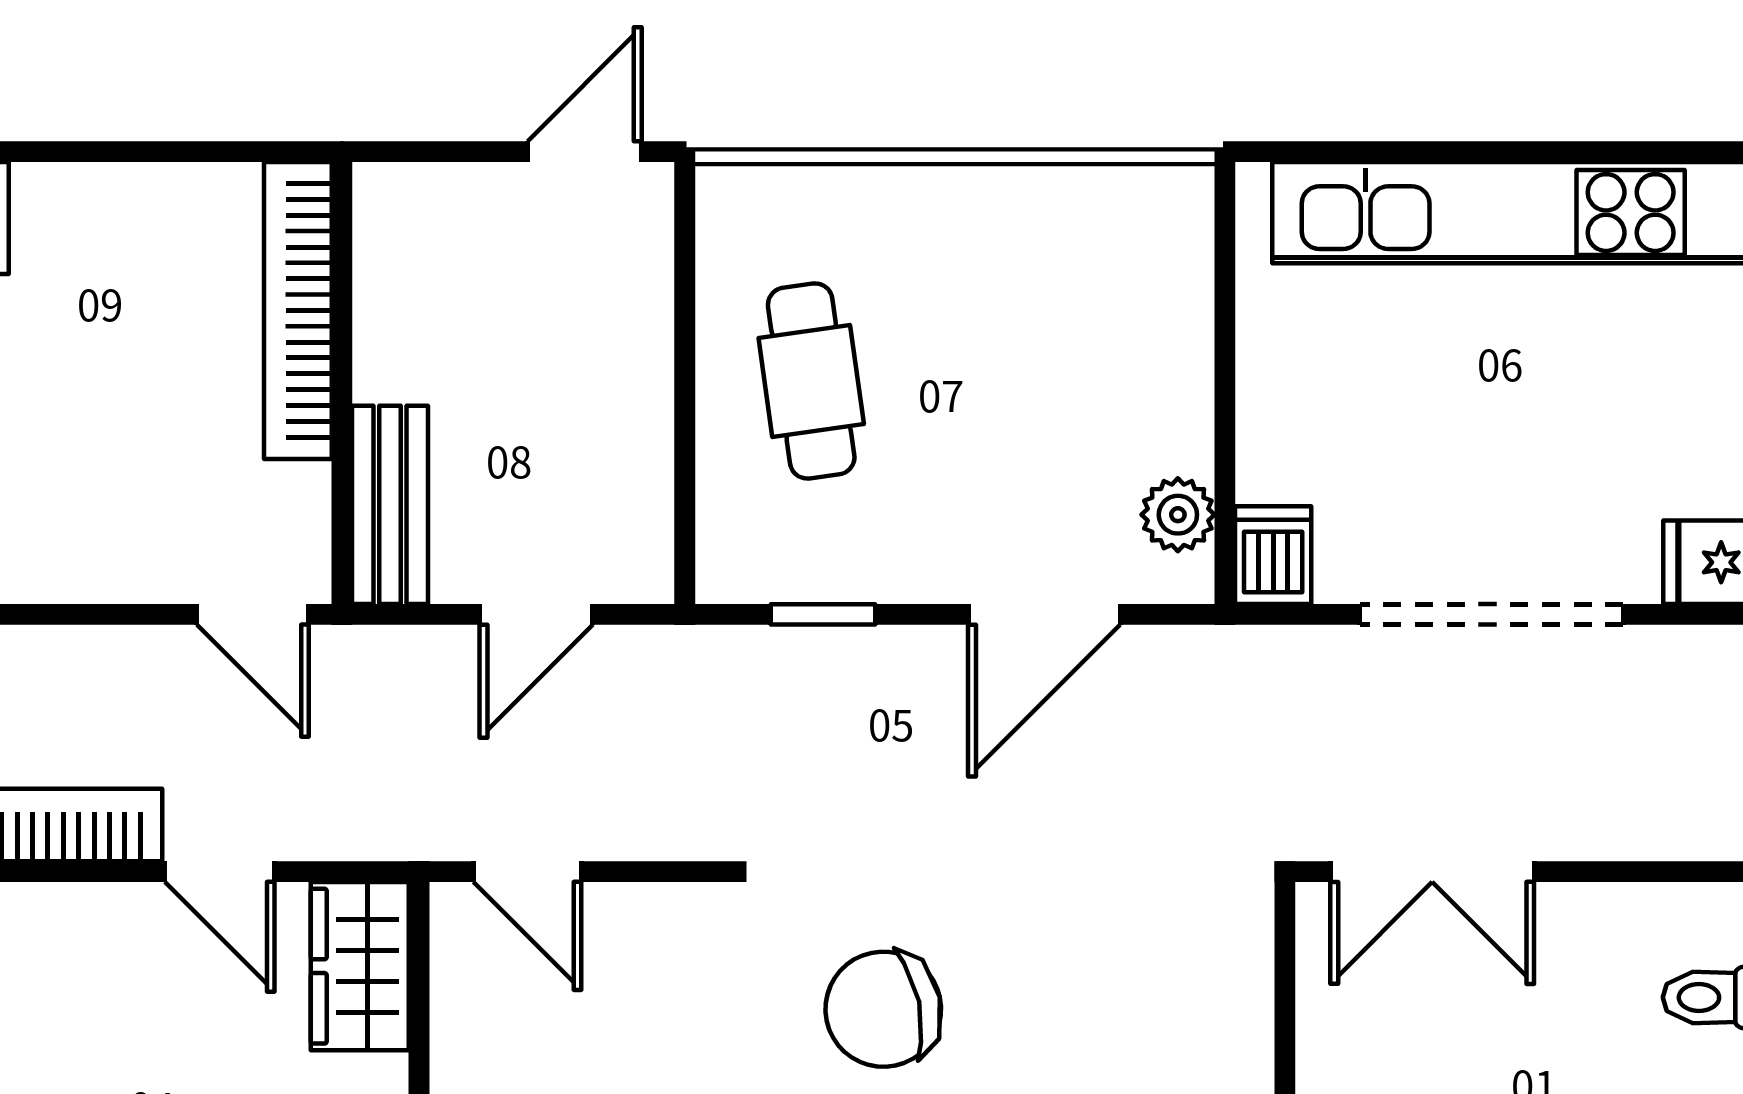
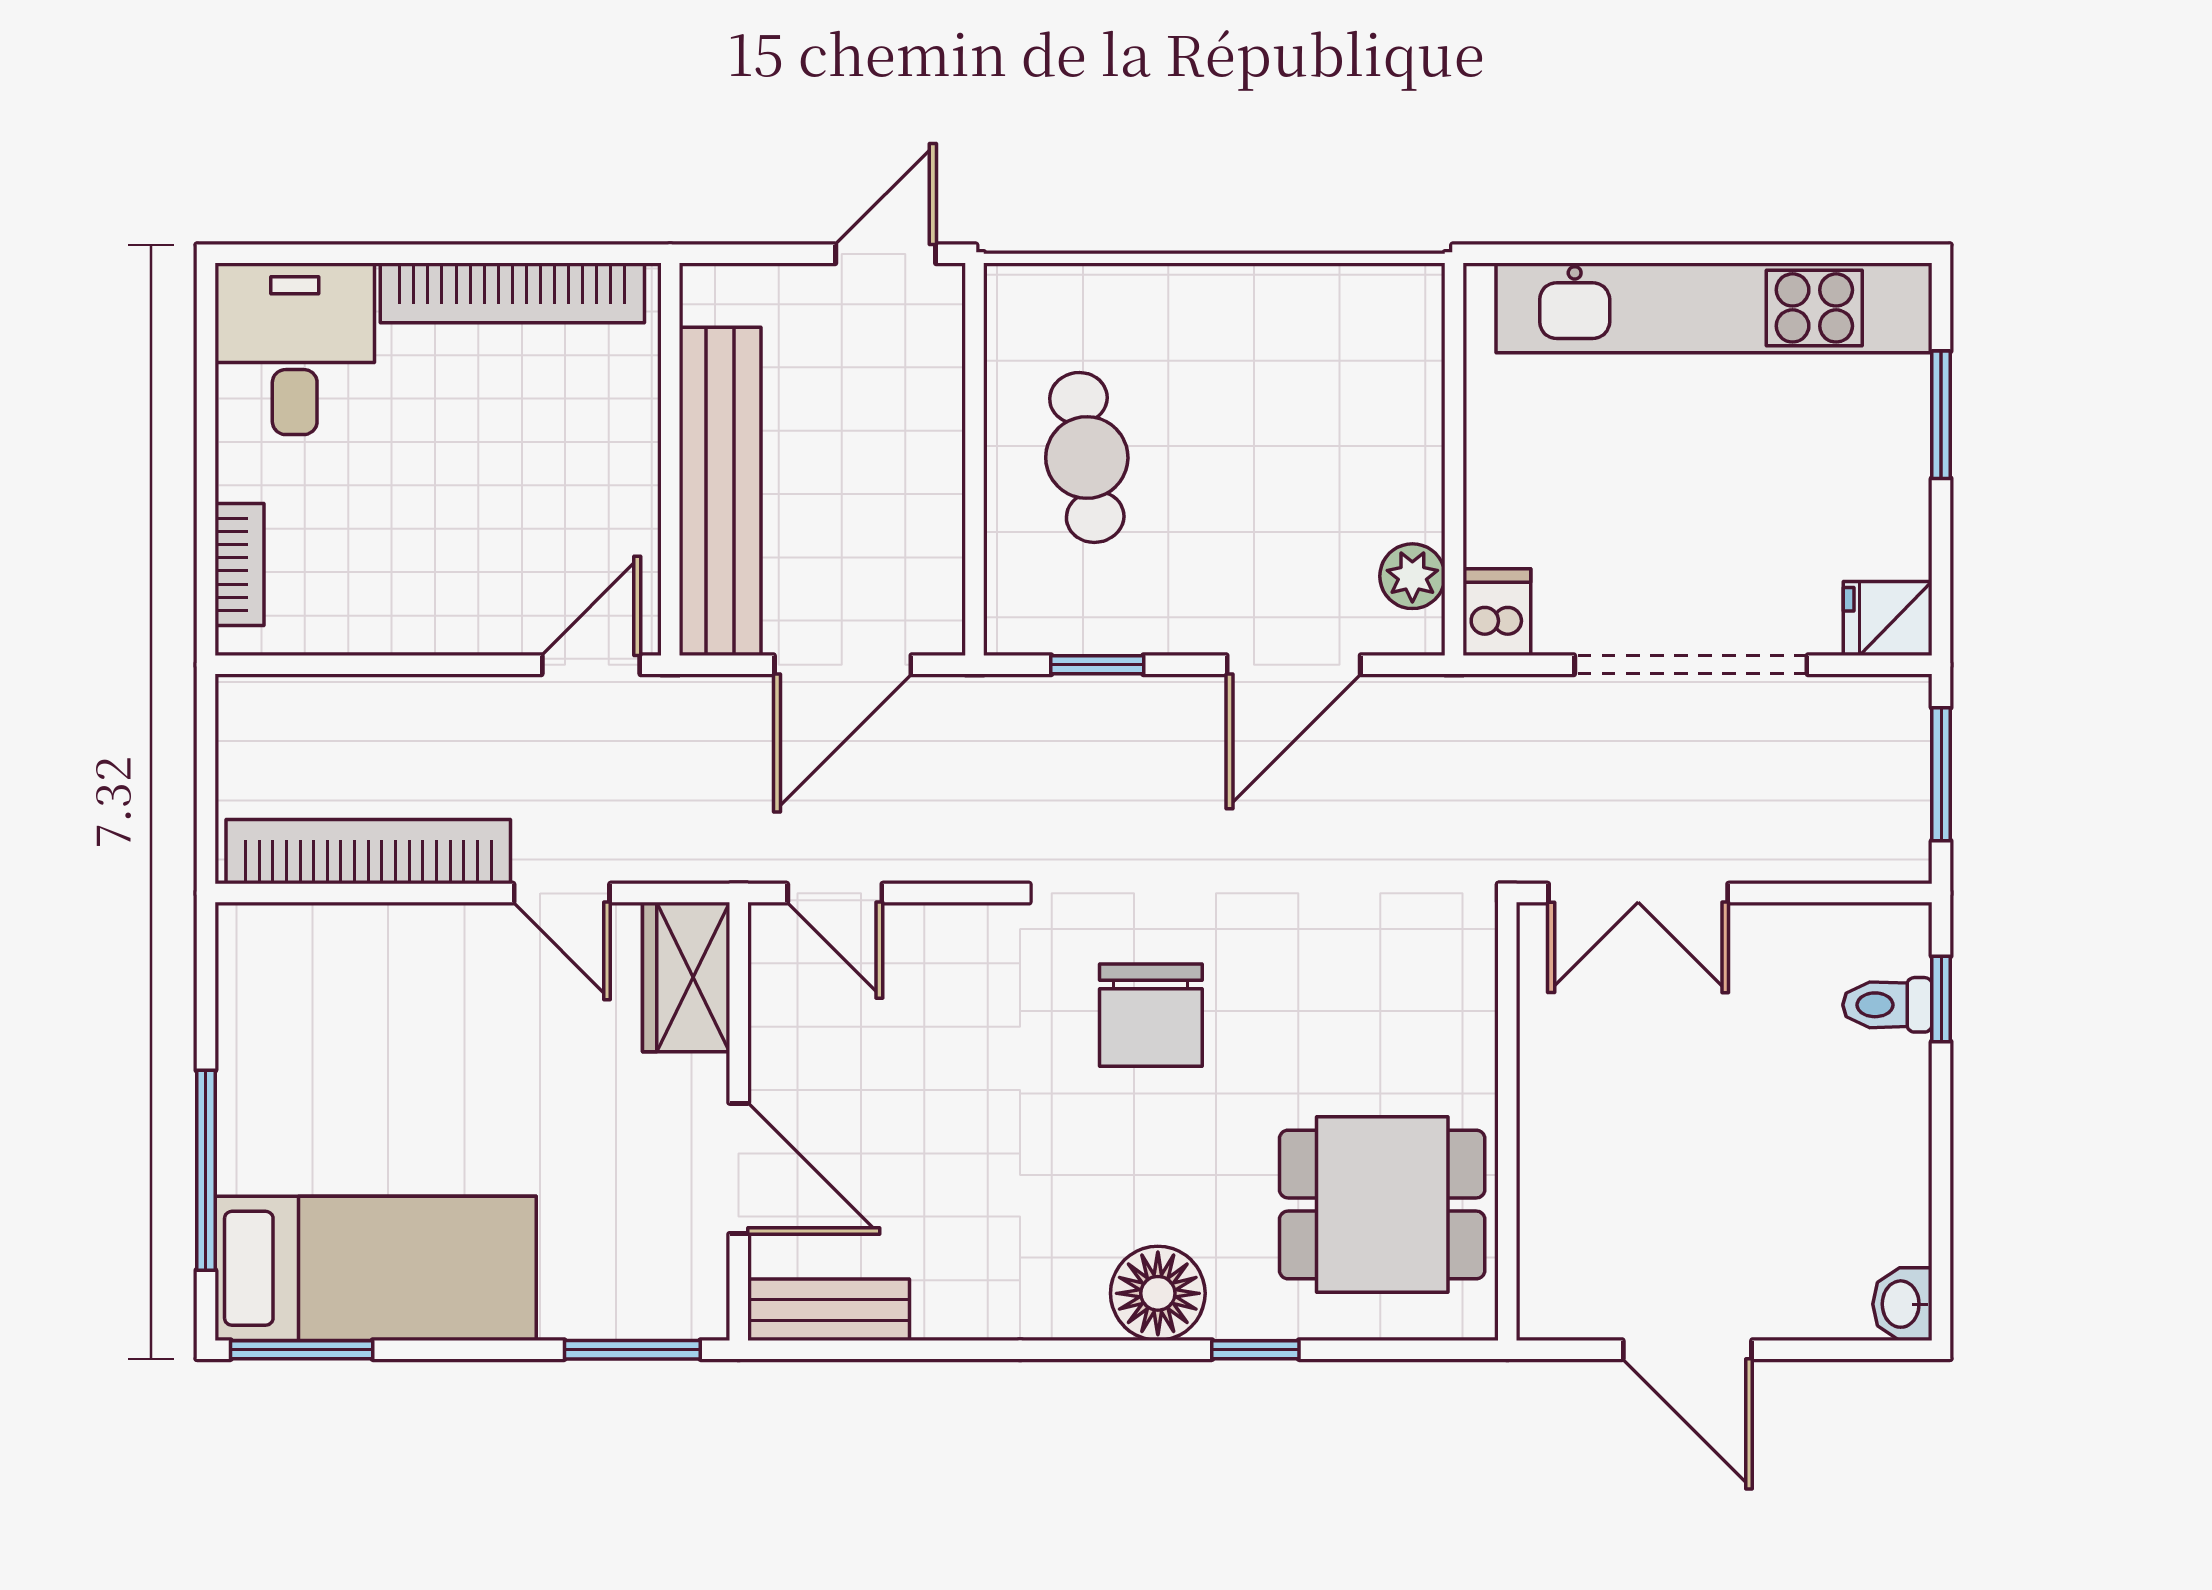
bookcase: (298, 310) -> (512, 293), moved, turned -90
bench: (390, 505) -> (720, 491), width x1.86, depth x1.21
door: (253, 614) -> (591, 665), swing flipped
door: (536, 614) -> (843, 665), width x1.38
chair: (883, 1009) -> (1151, 1015), turned -78

